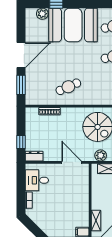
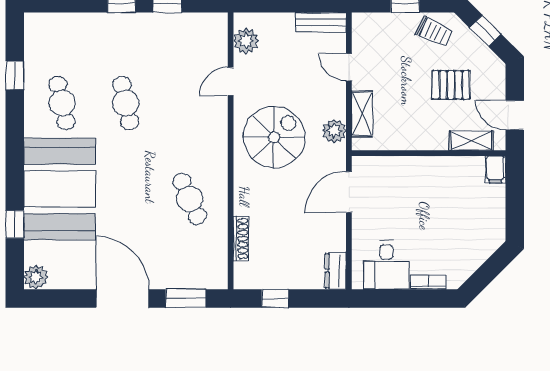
plant: (42, 14) -> (36, 277), moved
window: (21, 142) -> (275, 298), moved

